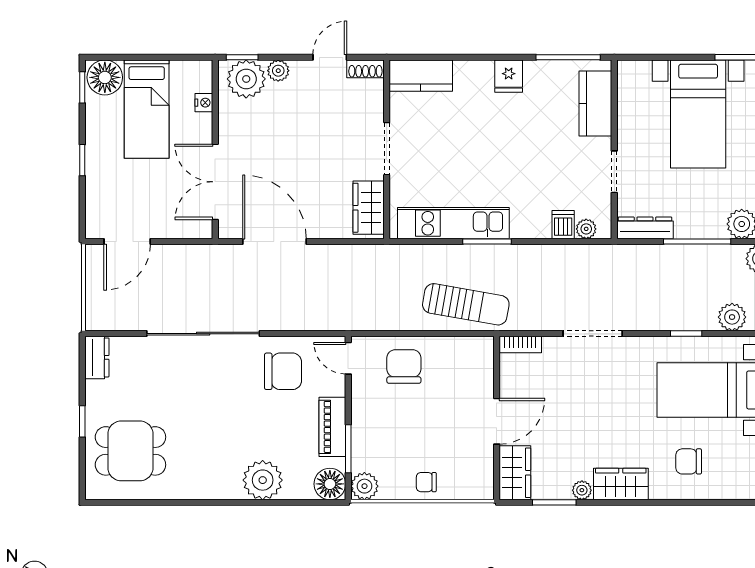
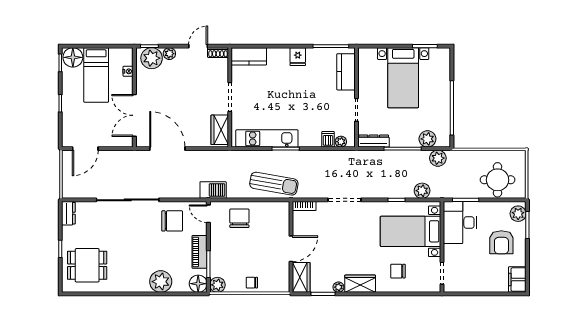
barbecue: (357, 316) -> (213, 190), added

